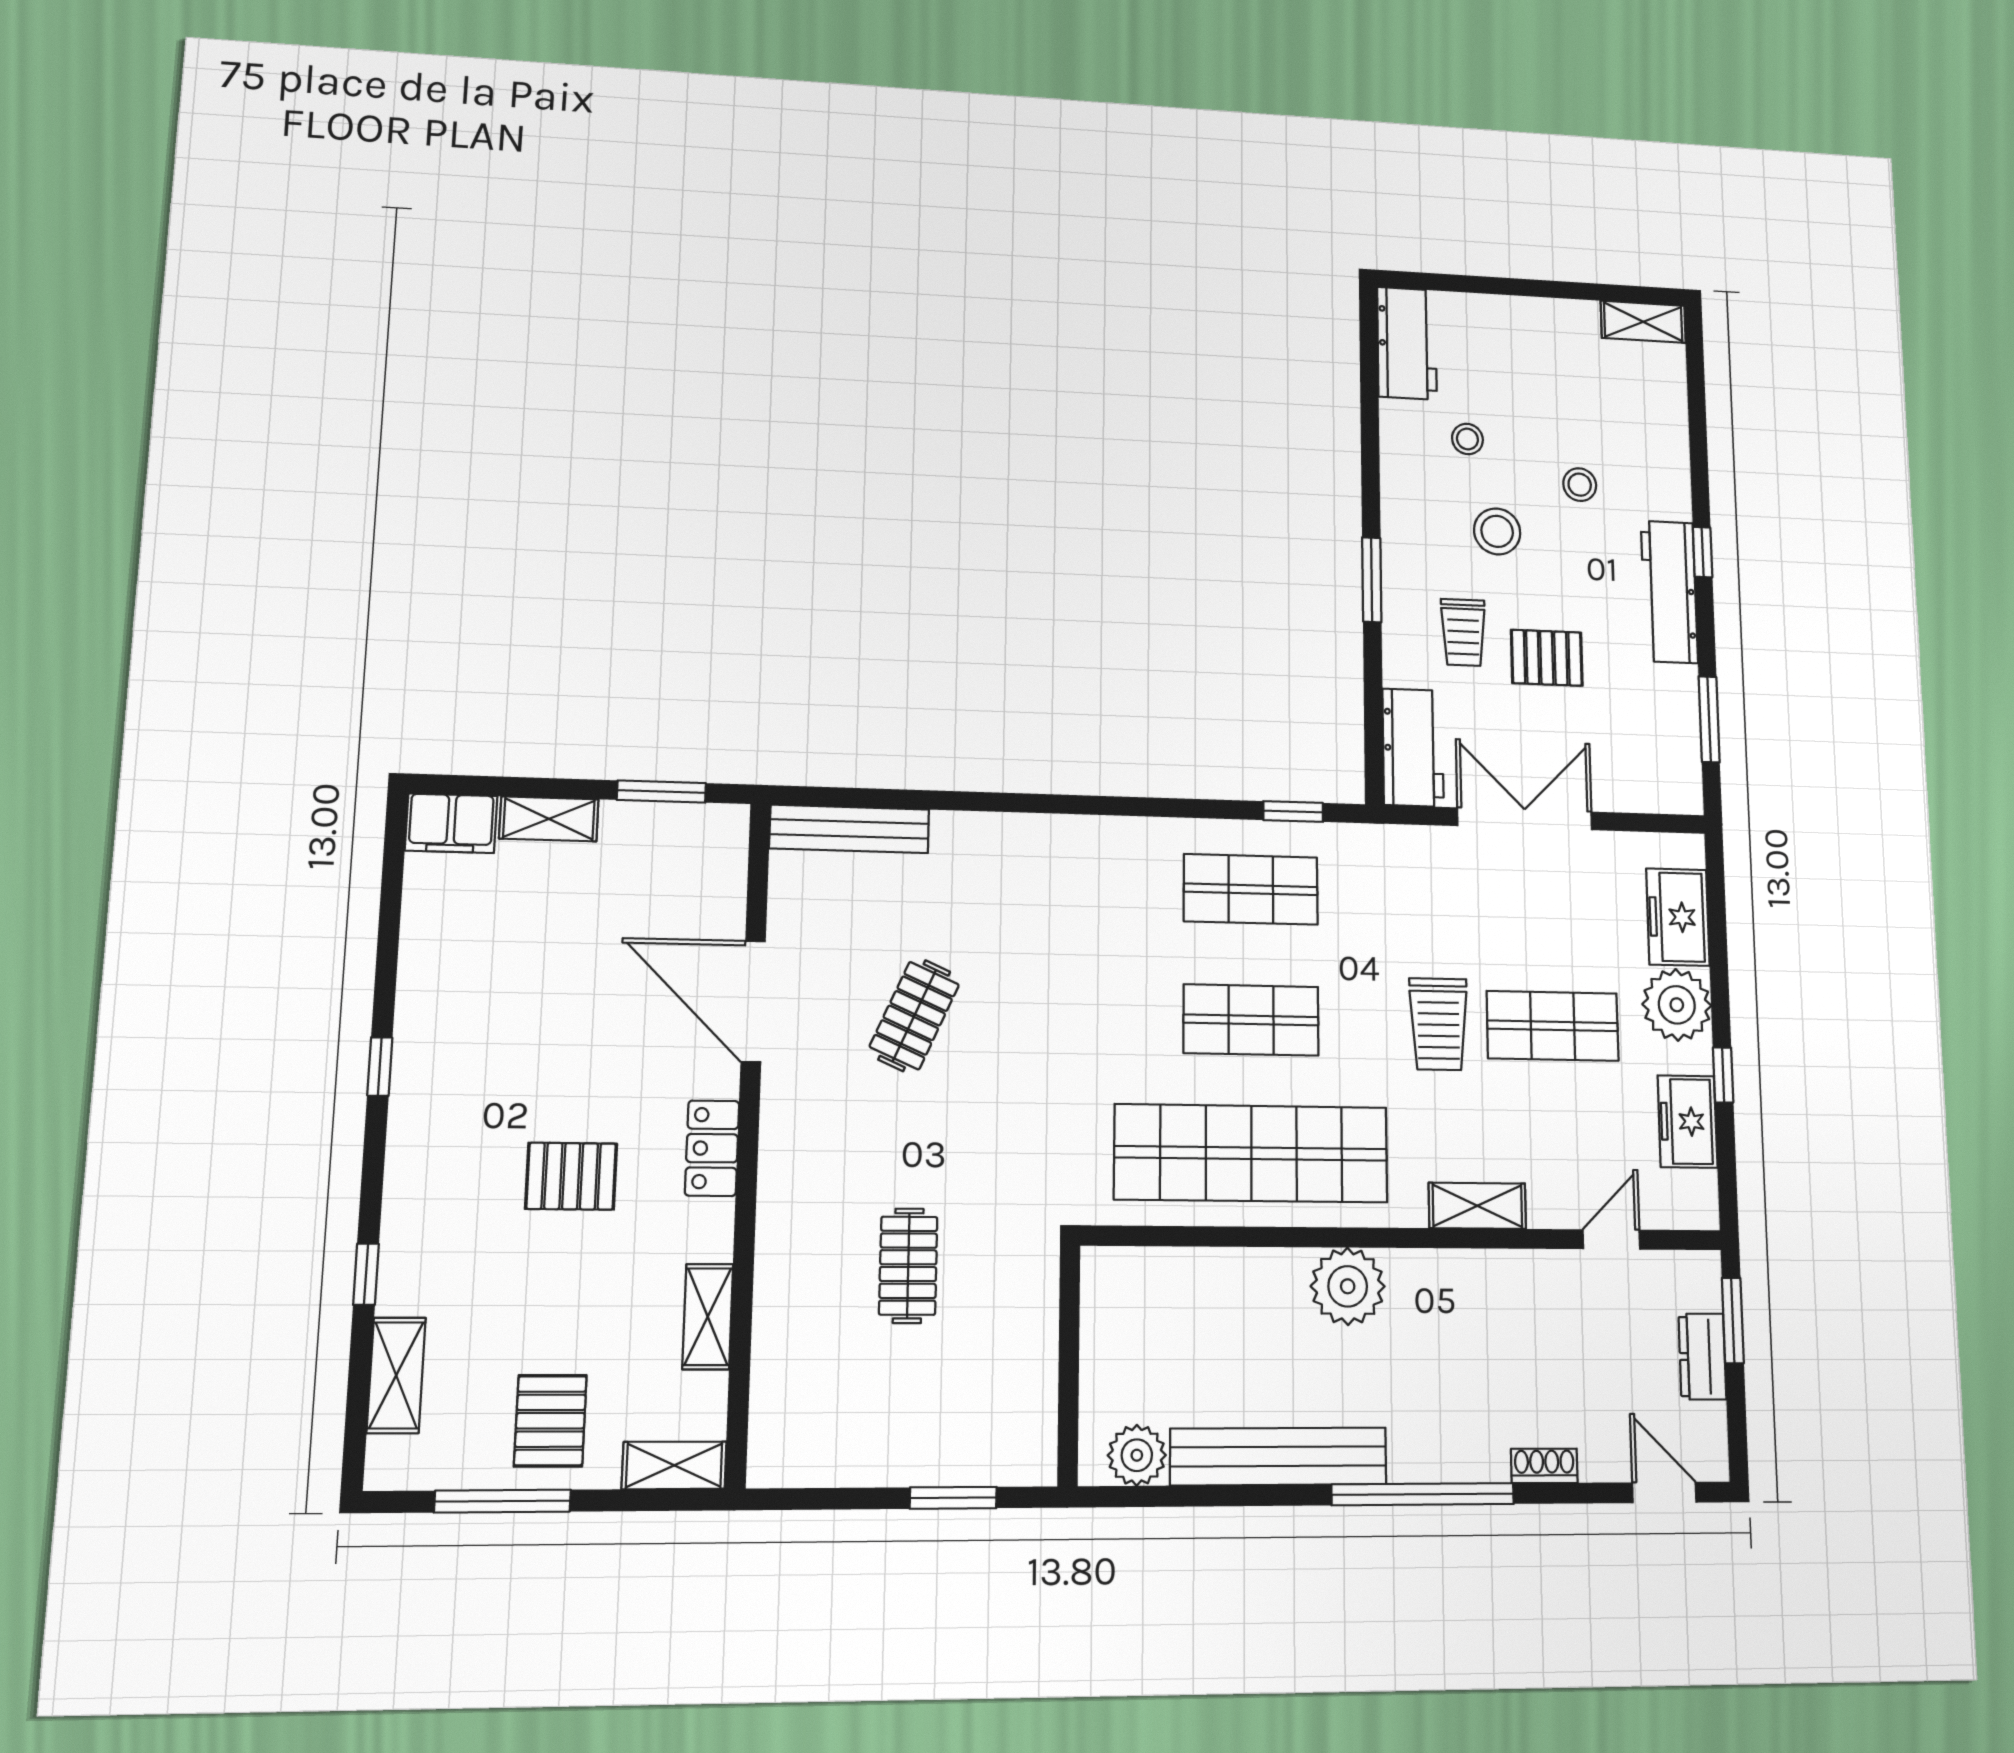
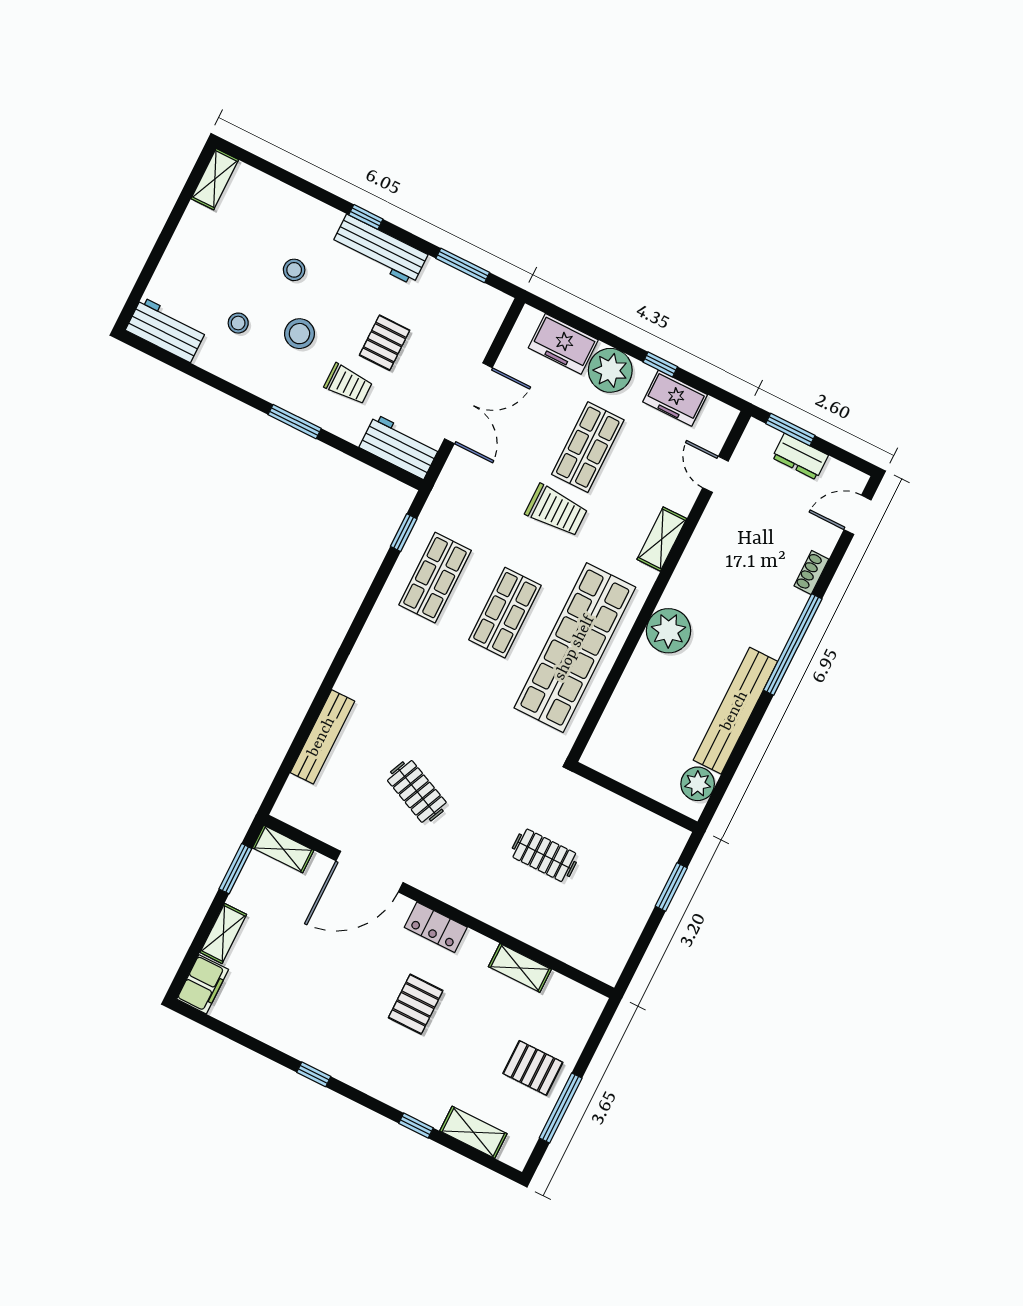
double door: (1525, 819) -> (468, 403), swing flipped
bench: (849, 829) -> (322, 737), moved
shelving: (674, 1465) -> (283, 849), moved, turned 90

